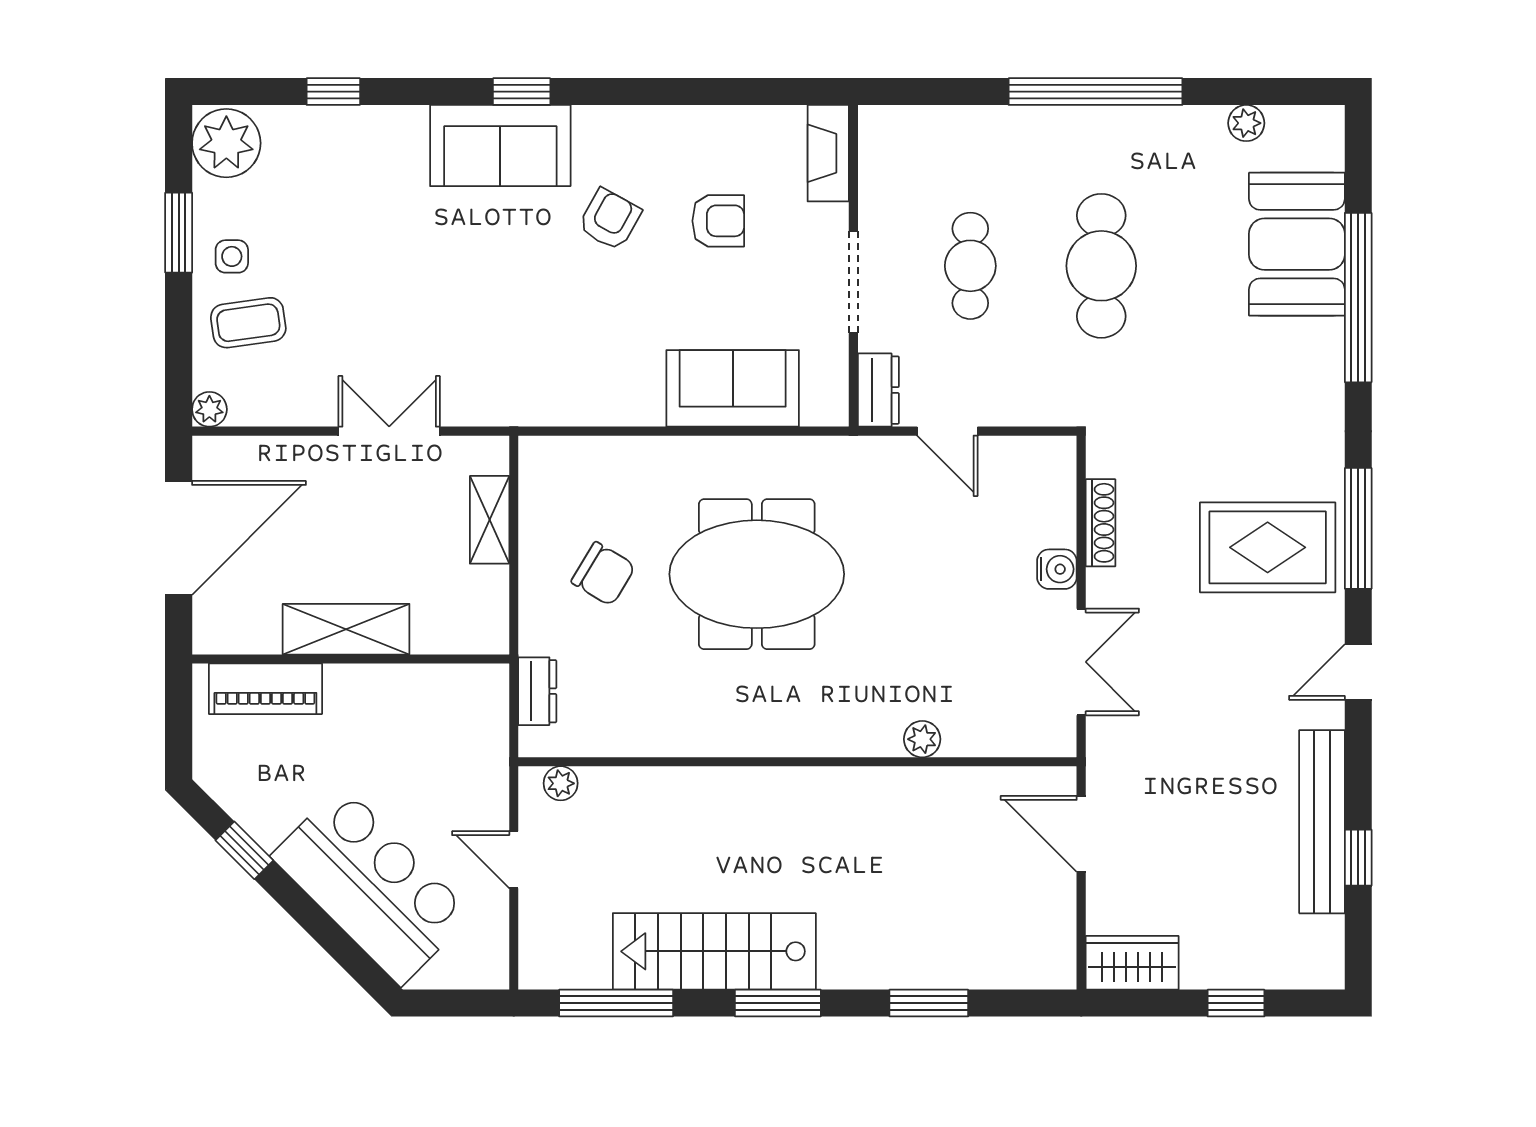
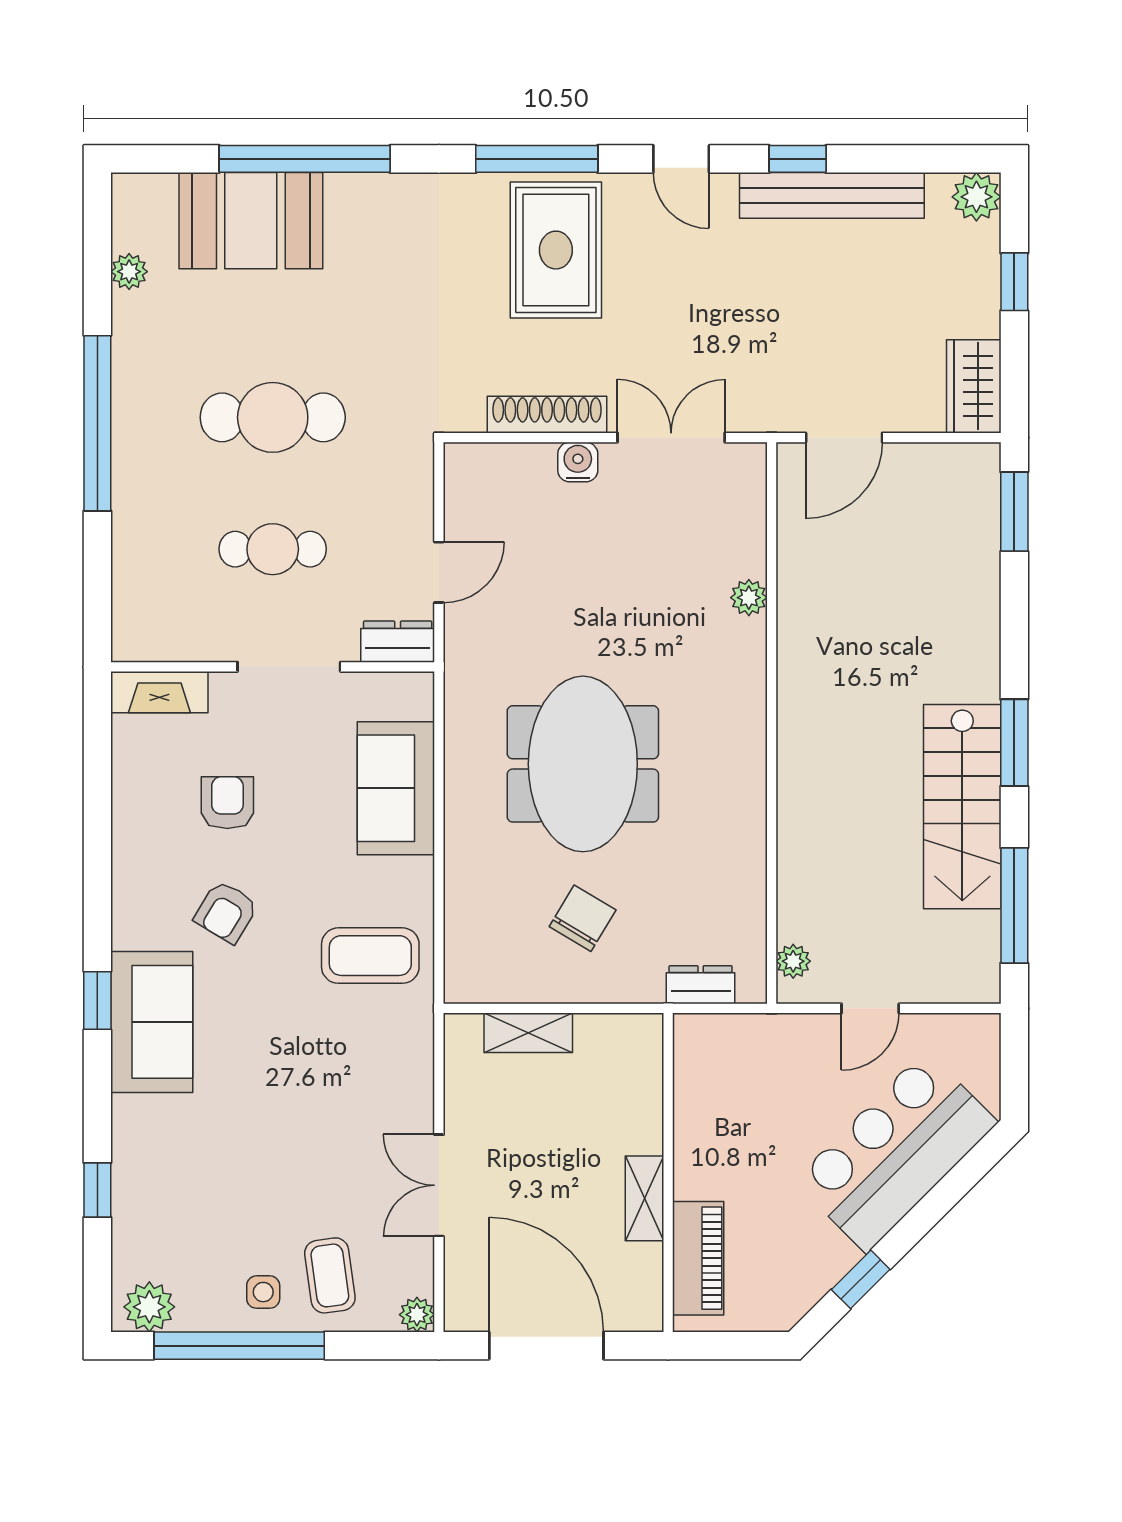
plant: (226, 143) -> (149, 1307), width x0.73, depth x0.73
armchair: (610, 219) -> (226, 912), turned -88
window: (179, 233) -> (239, 1346), width x2.11
coffee table: (566, 363) -> (370, 956), added
double door: (389, 431) -> (439, 1185), moved
shoe rack: (1100, 523) -> (547, 415), width x1.36, depth x1.24
shelving: (346, 629) -> (645, 1198), width x0.67, depth x0.75
window: (1358, 858) -> (798, 159), moved
plant: (1321, 965) -> (976, 197), added
window: (929, 1003) -> (1014, 512), moved

